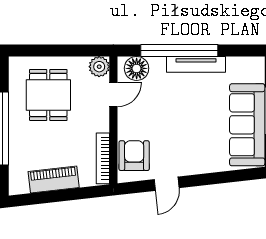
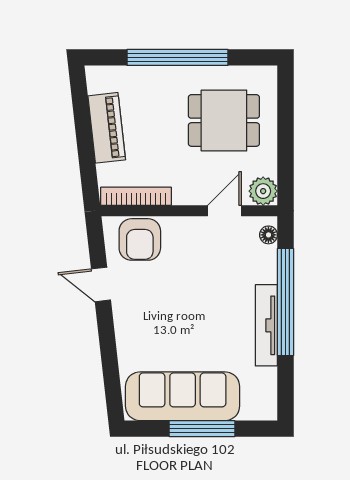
floor lamp: (137, 68) -> (268, 235), width x0.53, depth x0.53
door: (113, 95) -> (225, 211), swing flipped
armchair: (134, 156) -> (140, 239), turned 90

